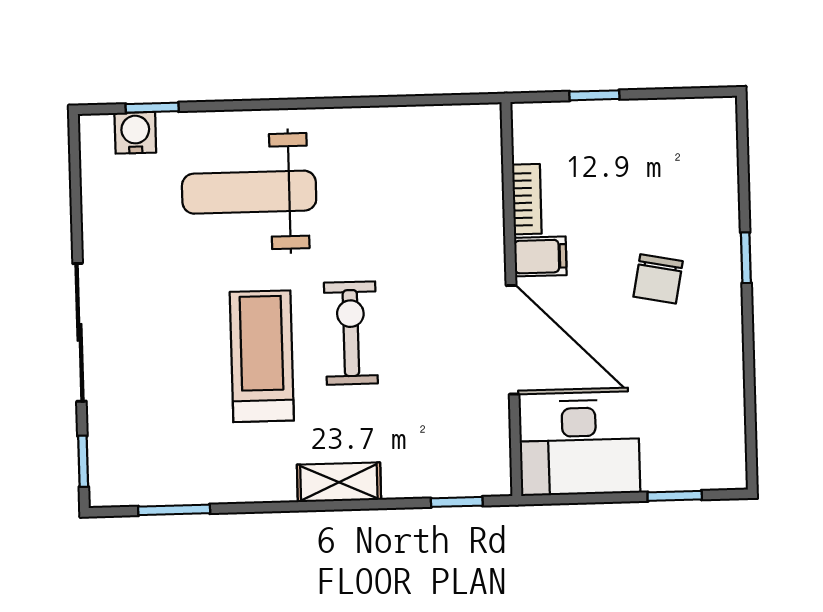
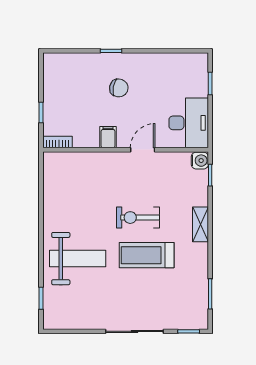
water cooler: (135, 133) -> (200, 161), moved, turned 180
weight bench: (249, 192) -> (78, 259), turned -90
bookcase: (527, 199) -> (57, 142), moved
door: (513, 340) -> (143, 150), width x0.53

